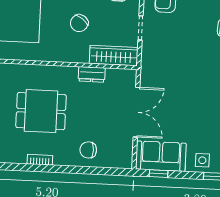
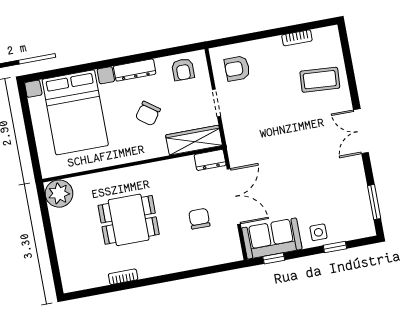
dresser: (92, 74) -> (210, 160), moved
chair: (88, 150) -> (199, 219), moved, turned 90
bookcase: (40, 160) -> (123, 277), moved

